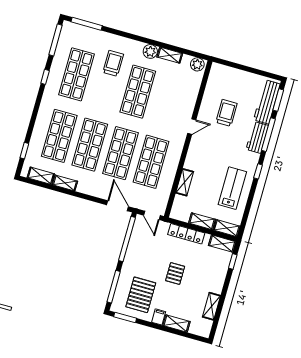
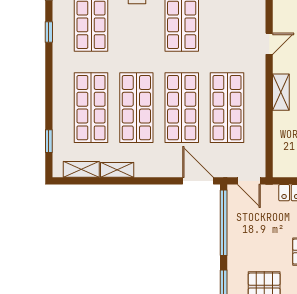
shelving: (185, 182) -> (281, 92), moved

